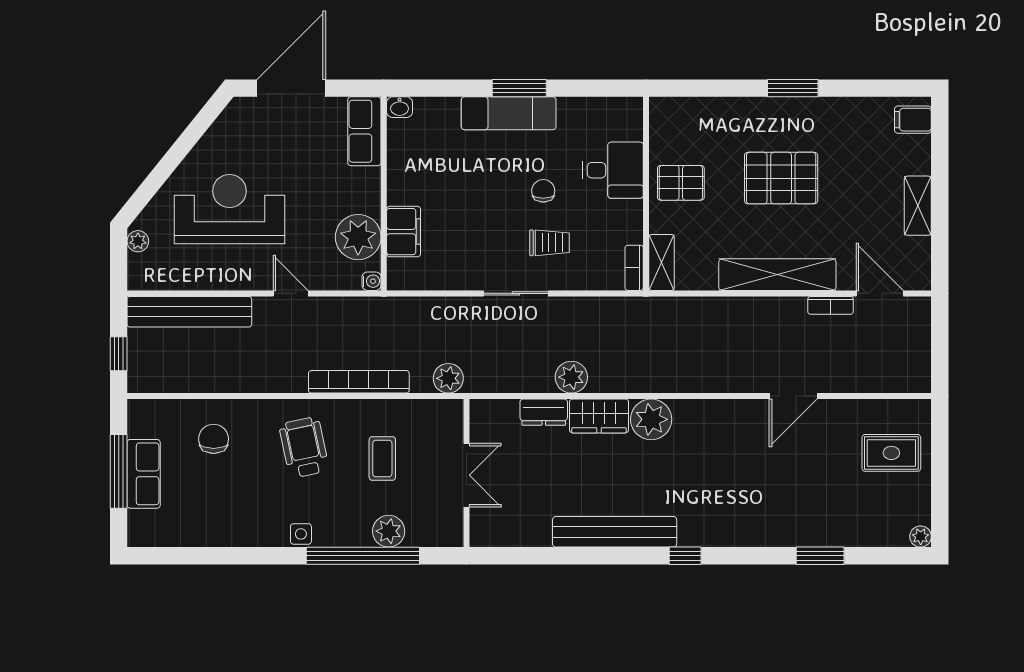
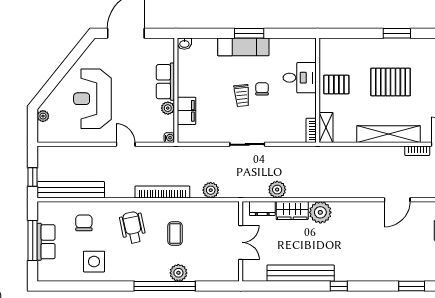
row of seats: (364, 131) -> (165, 82), moved
reception desk: (229, 209) -> (92, 99), turned -90
plant: (358, 237) -> (168, 108), width x0.53, depth x0.53
trolley: (550, 243) -> (242, 96), moved, turned 84
bench: (189, 312) -> (71, 190), moved
wall: (466, 473) -> (241, 241), moved
double door: (466, 475) -> (241, 242), moved
side table: (301, 534) -> (94, 262), moved, width x1.87, depth x1.87

